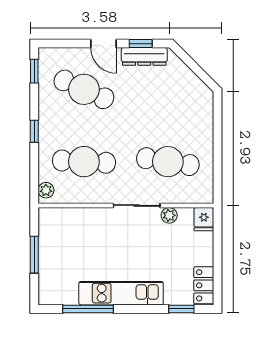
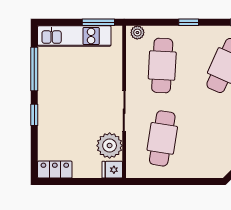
plant: (169, 215) -> (110, 146), width x1.87, depth x1.87
window: (34, 255) -> (98, 22), moved
kitchen unit: (121, 293) -> (74, 36), moved, turned 90
window: (181, 309) -> (34, 115), moved

